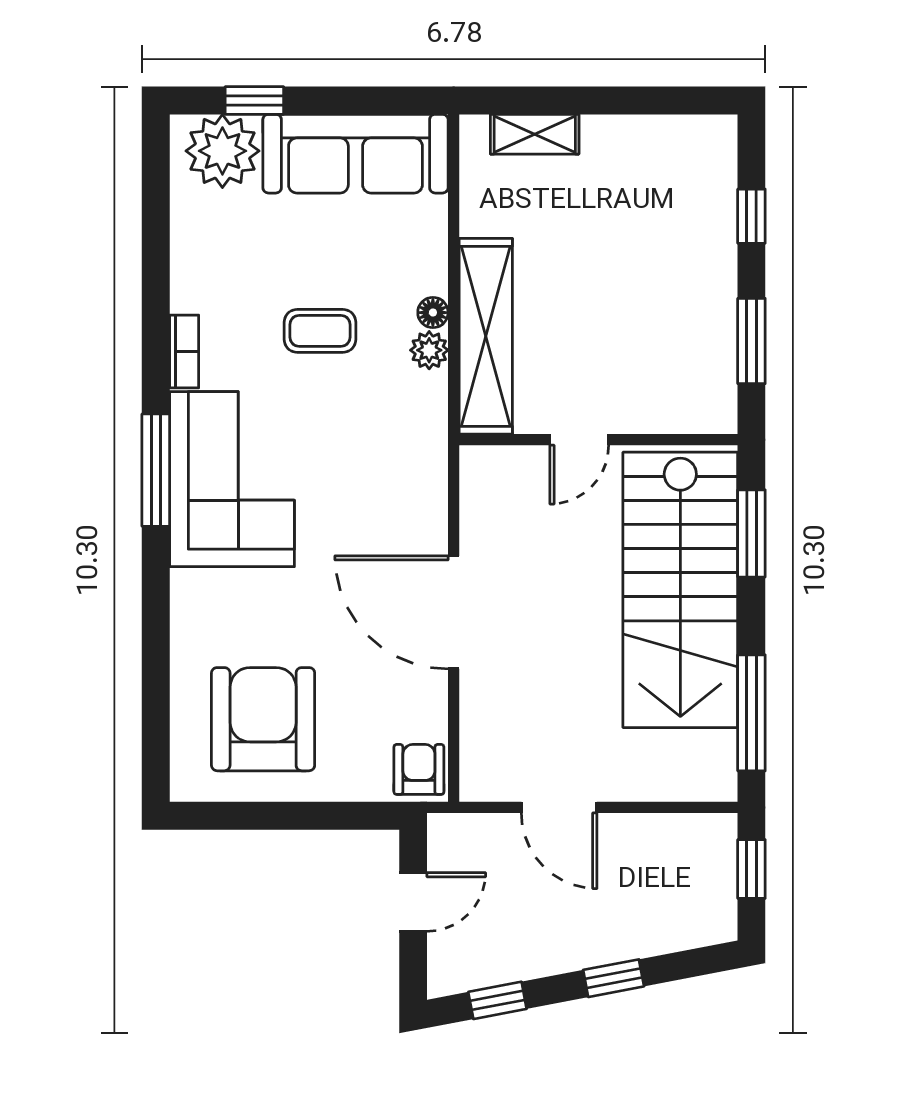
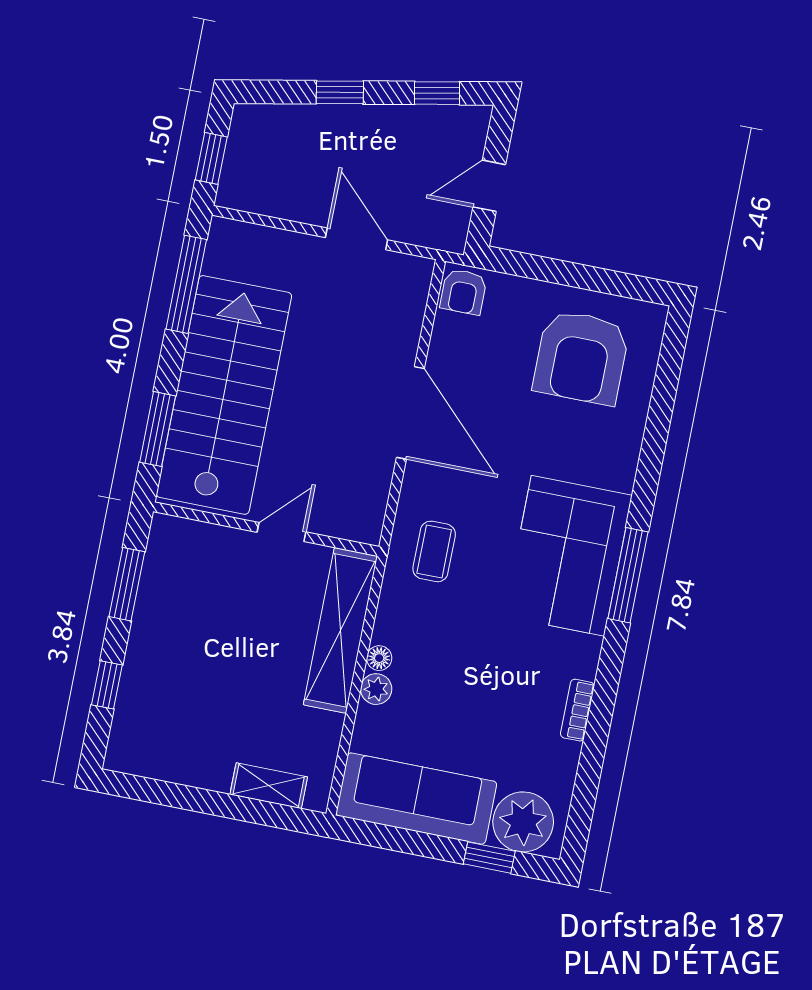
coffee table: (320, 331) -> (434, 551), moved, turned 90
plant: (429, 350) -> (376, 689), moved
bookcase: (184, 351) -> (577, 710), moved

